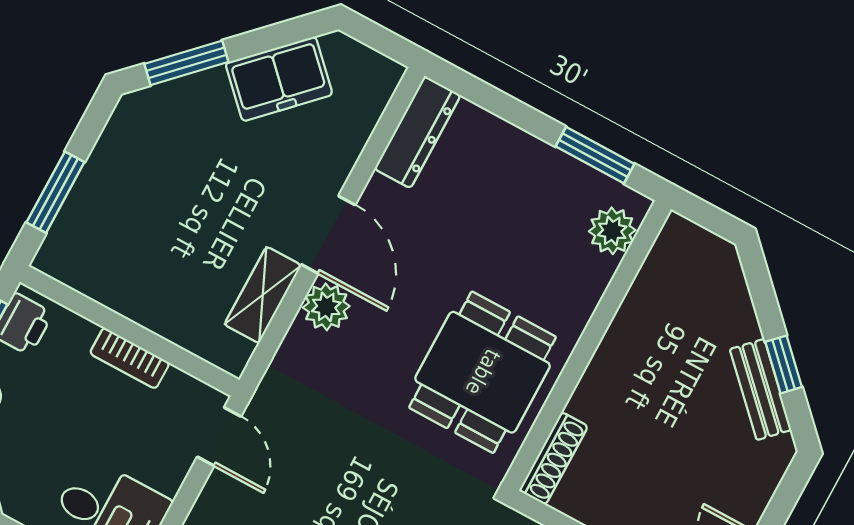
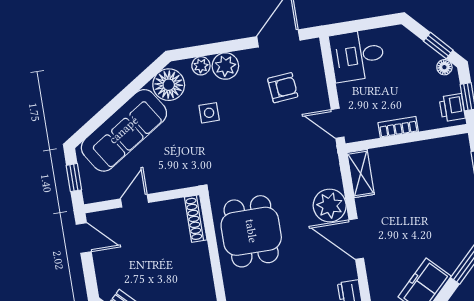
shelving: (263, 295) -> (361, 173), moved
plant: (326, 307) -> (330, 205), width x1.36, depth x1.36

